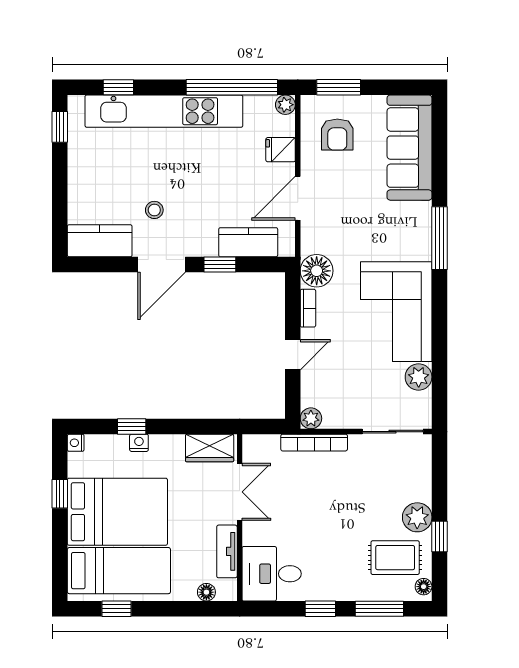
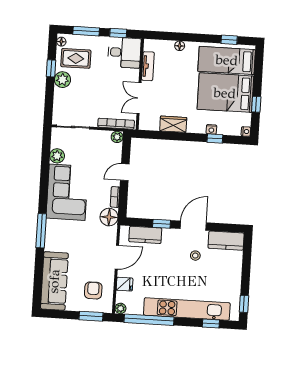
double door: (240, 492) -> (139, 98), moved
wall: (240, 518) -> (140, 84), moved
tv unit: (227, 551) -> (148, 66), moved
desk: (272, 574) -> (124, 53), moved

